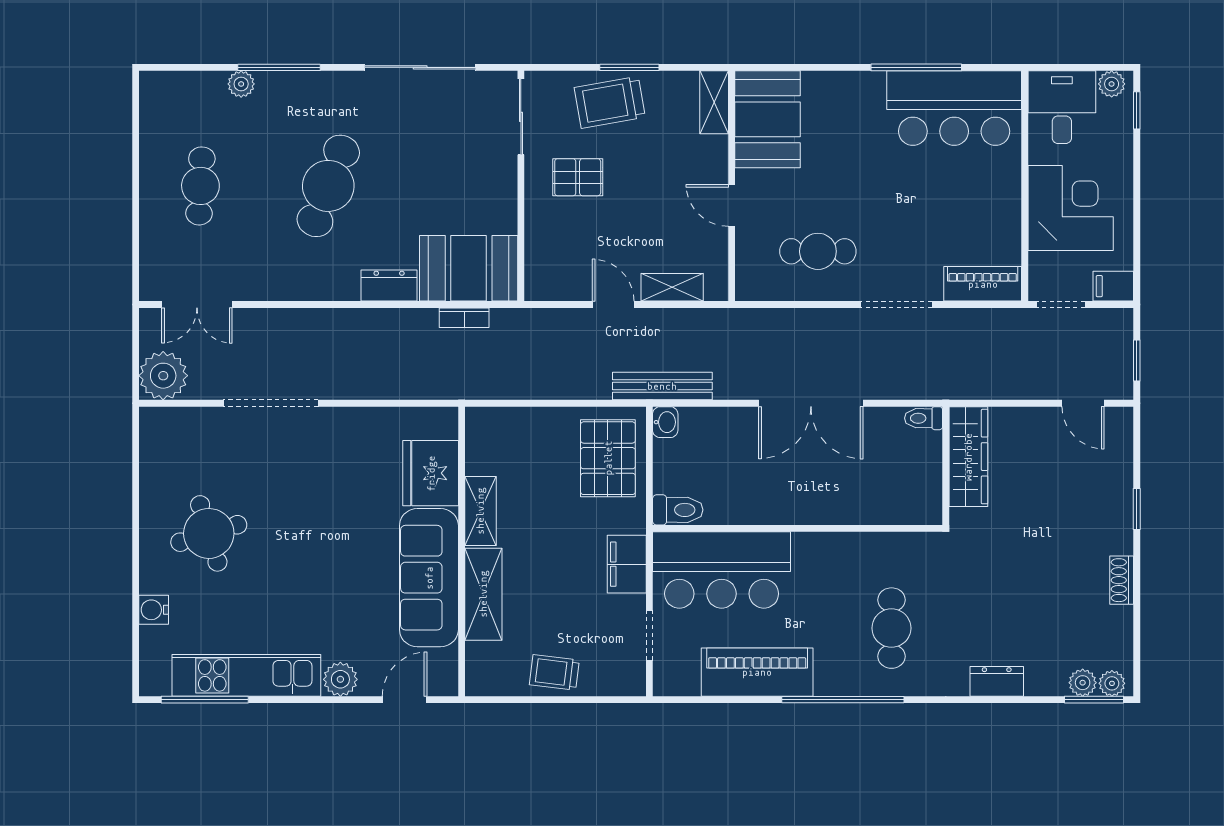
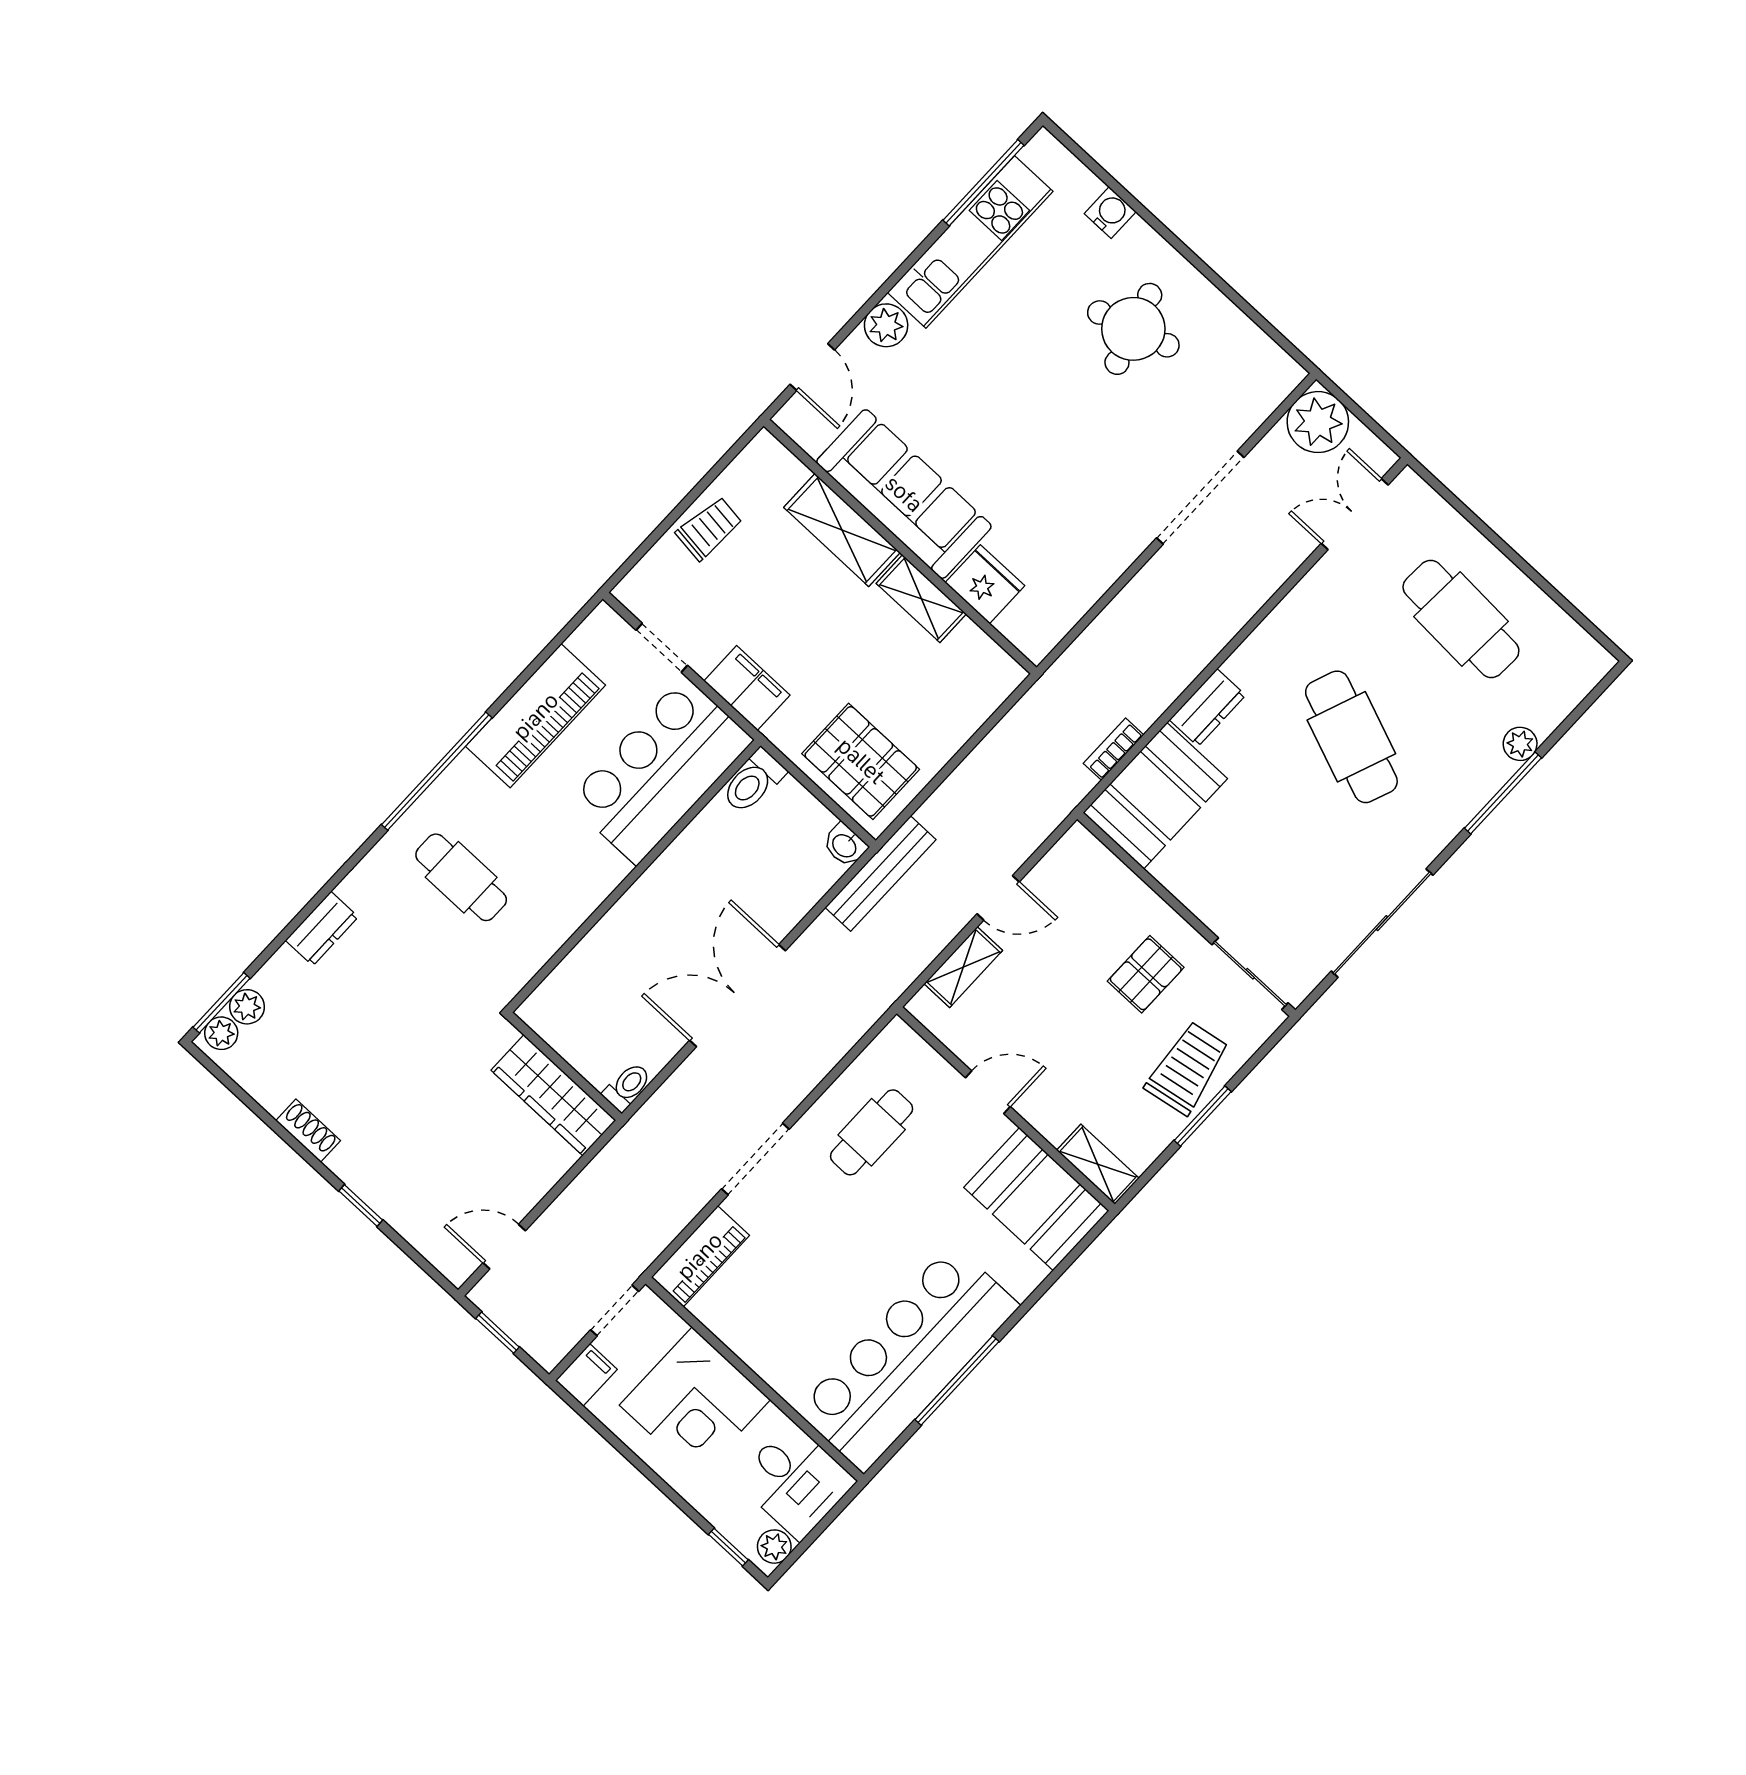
bar counter: (954, 108) -> (908, 1358), width x1.36
cafe table: (200, 186) -> (1461, 619), width x1.37, depth x1.35
fridge: (431, 473) -> (985, 584), width x0.73, depth x0.75

